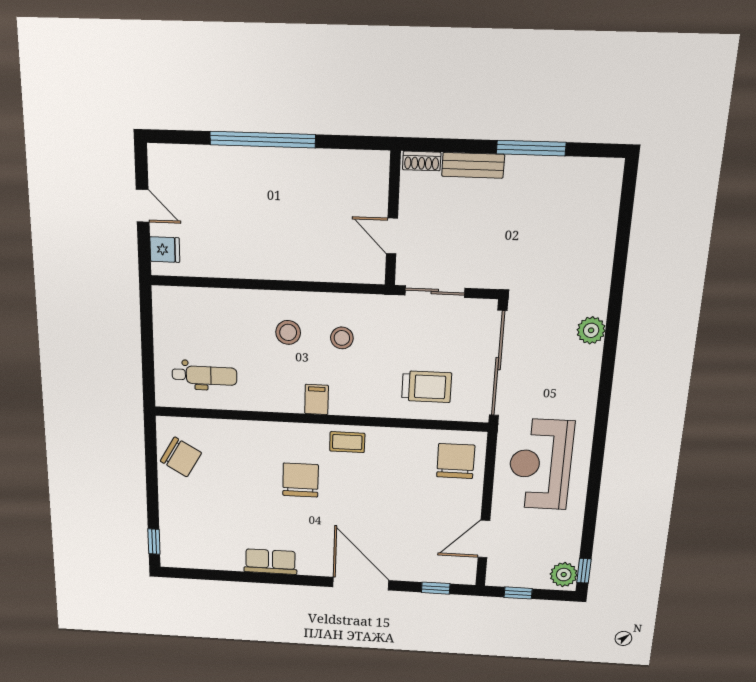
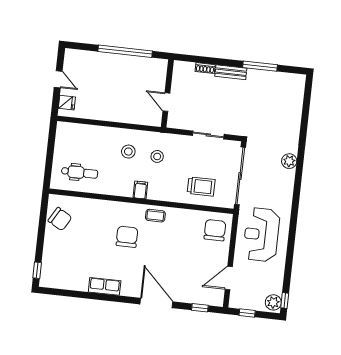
wall: (393, 219) -> (167, 93), moved
door: (392, 236) -> (166, 102), moved

